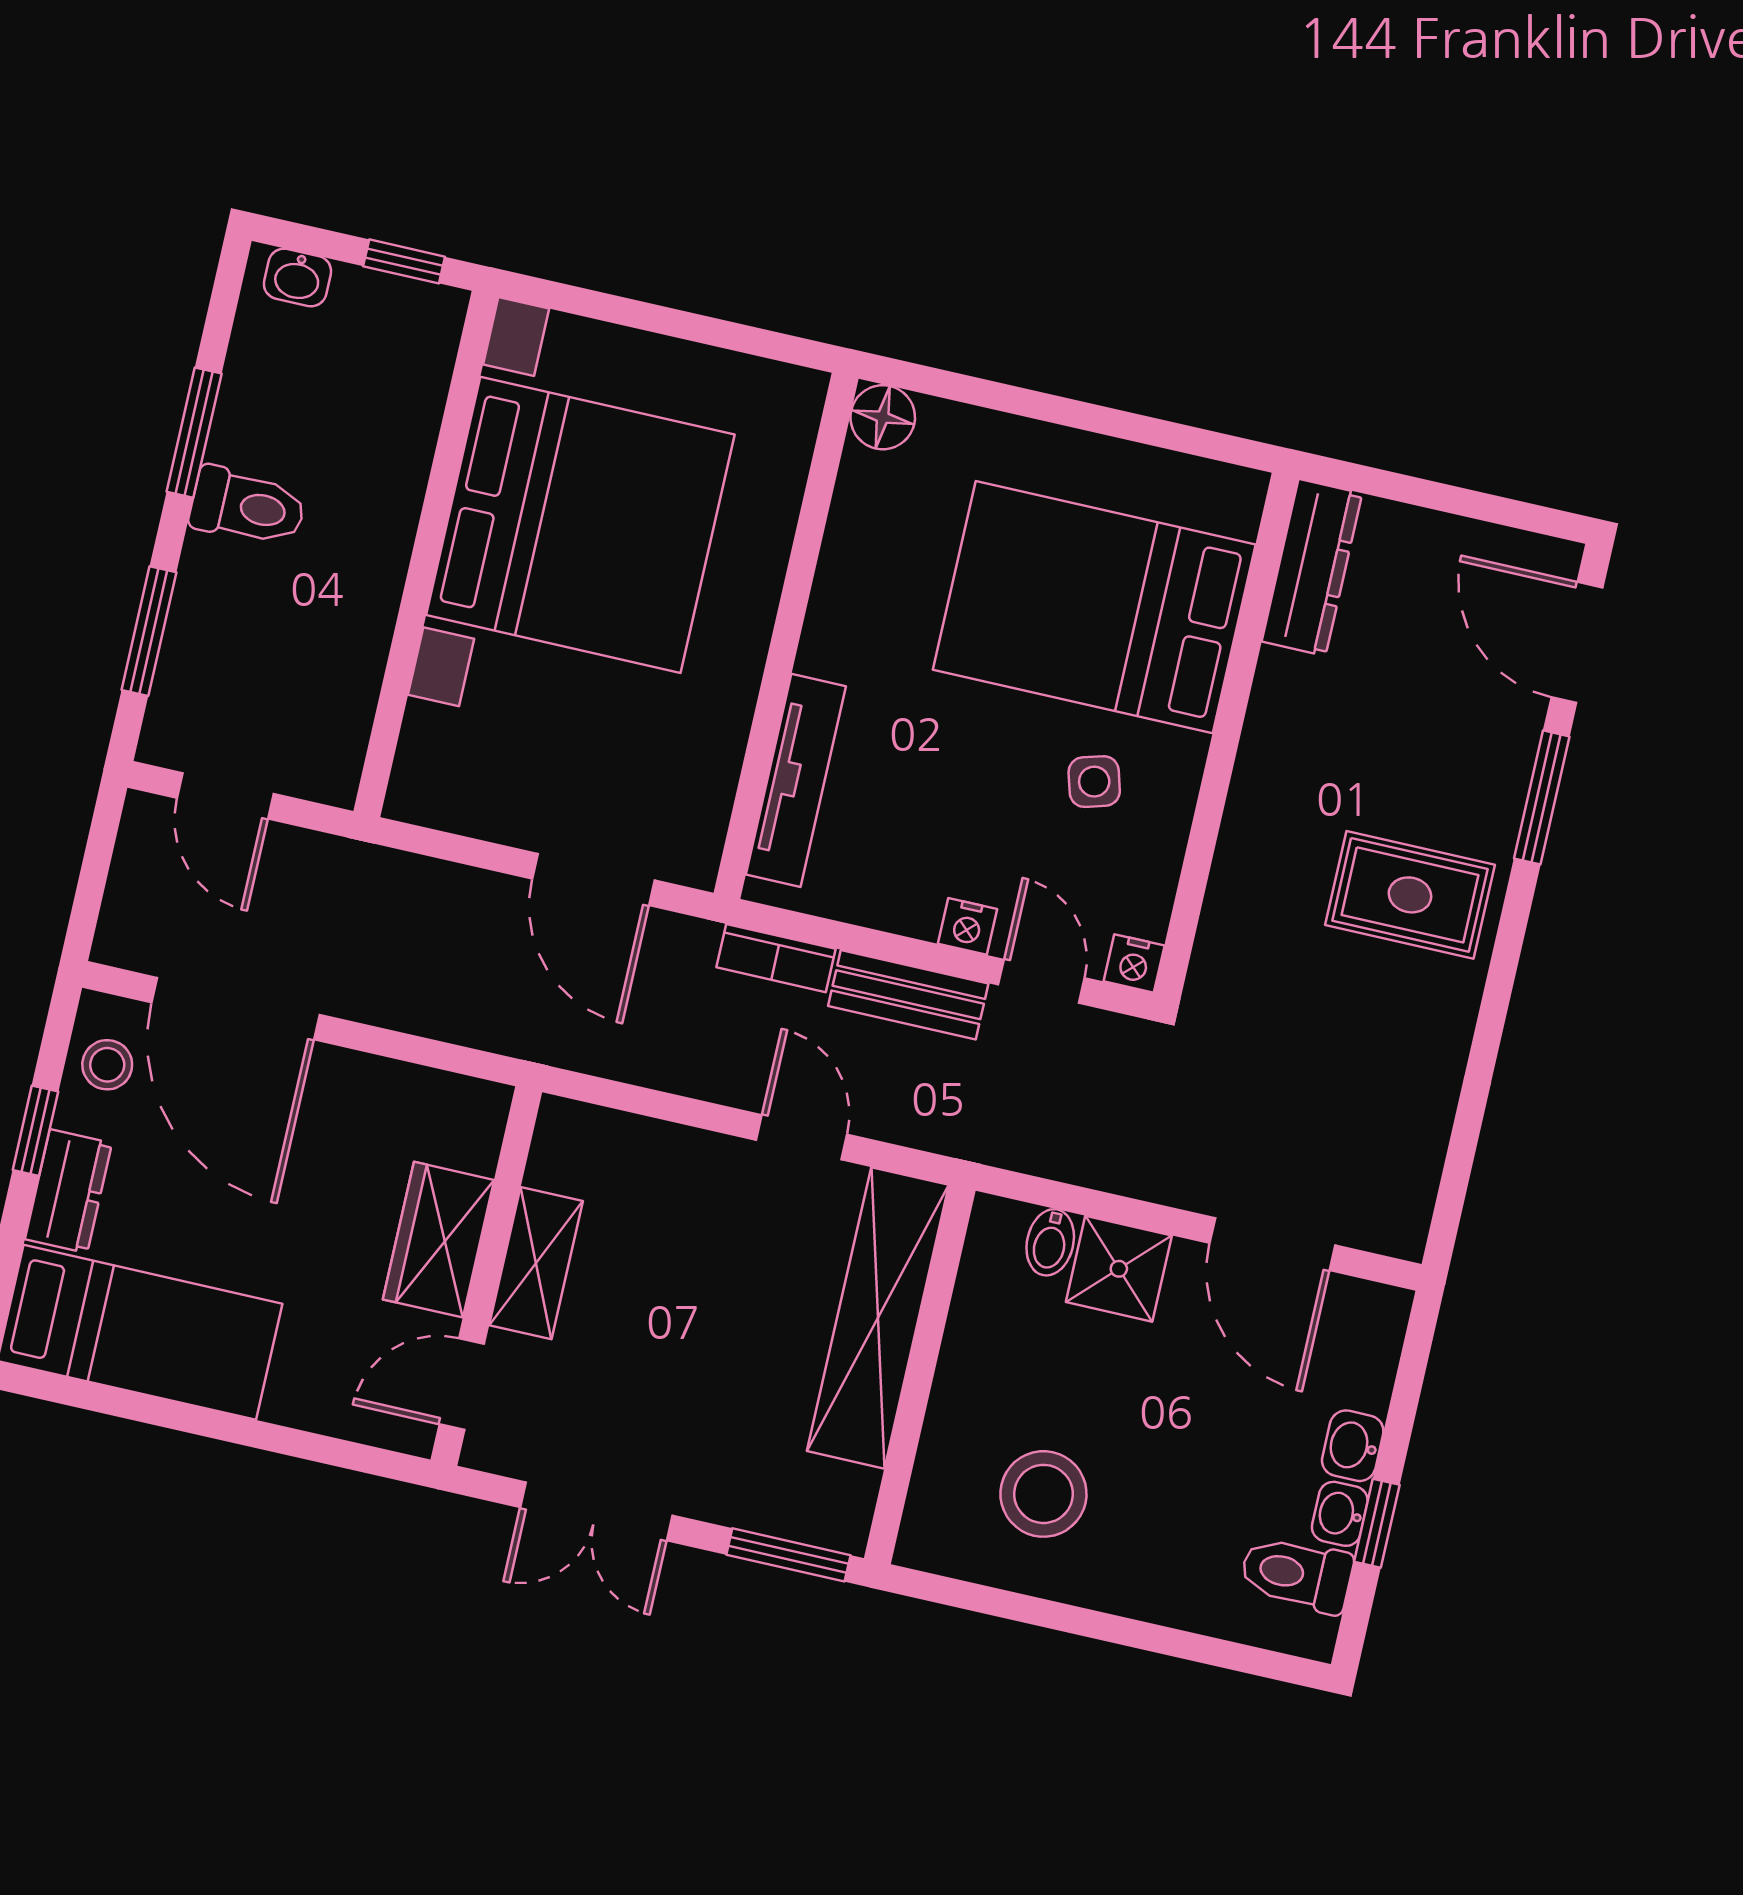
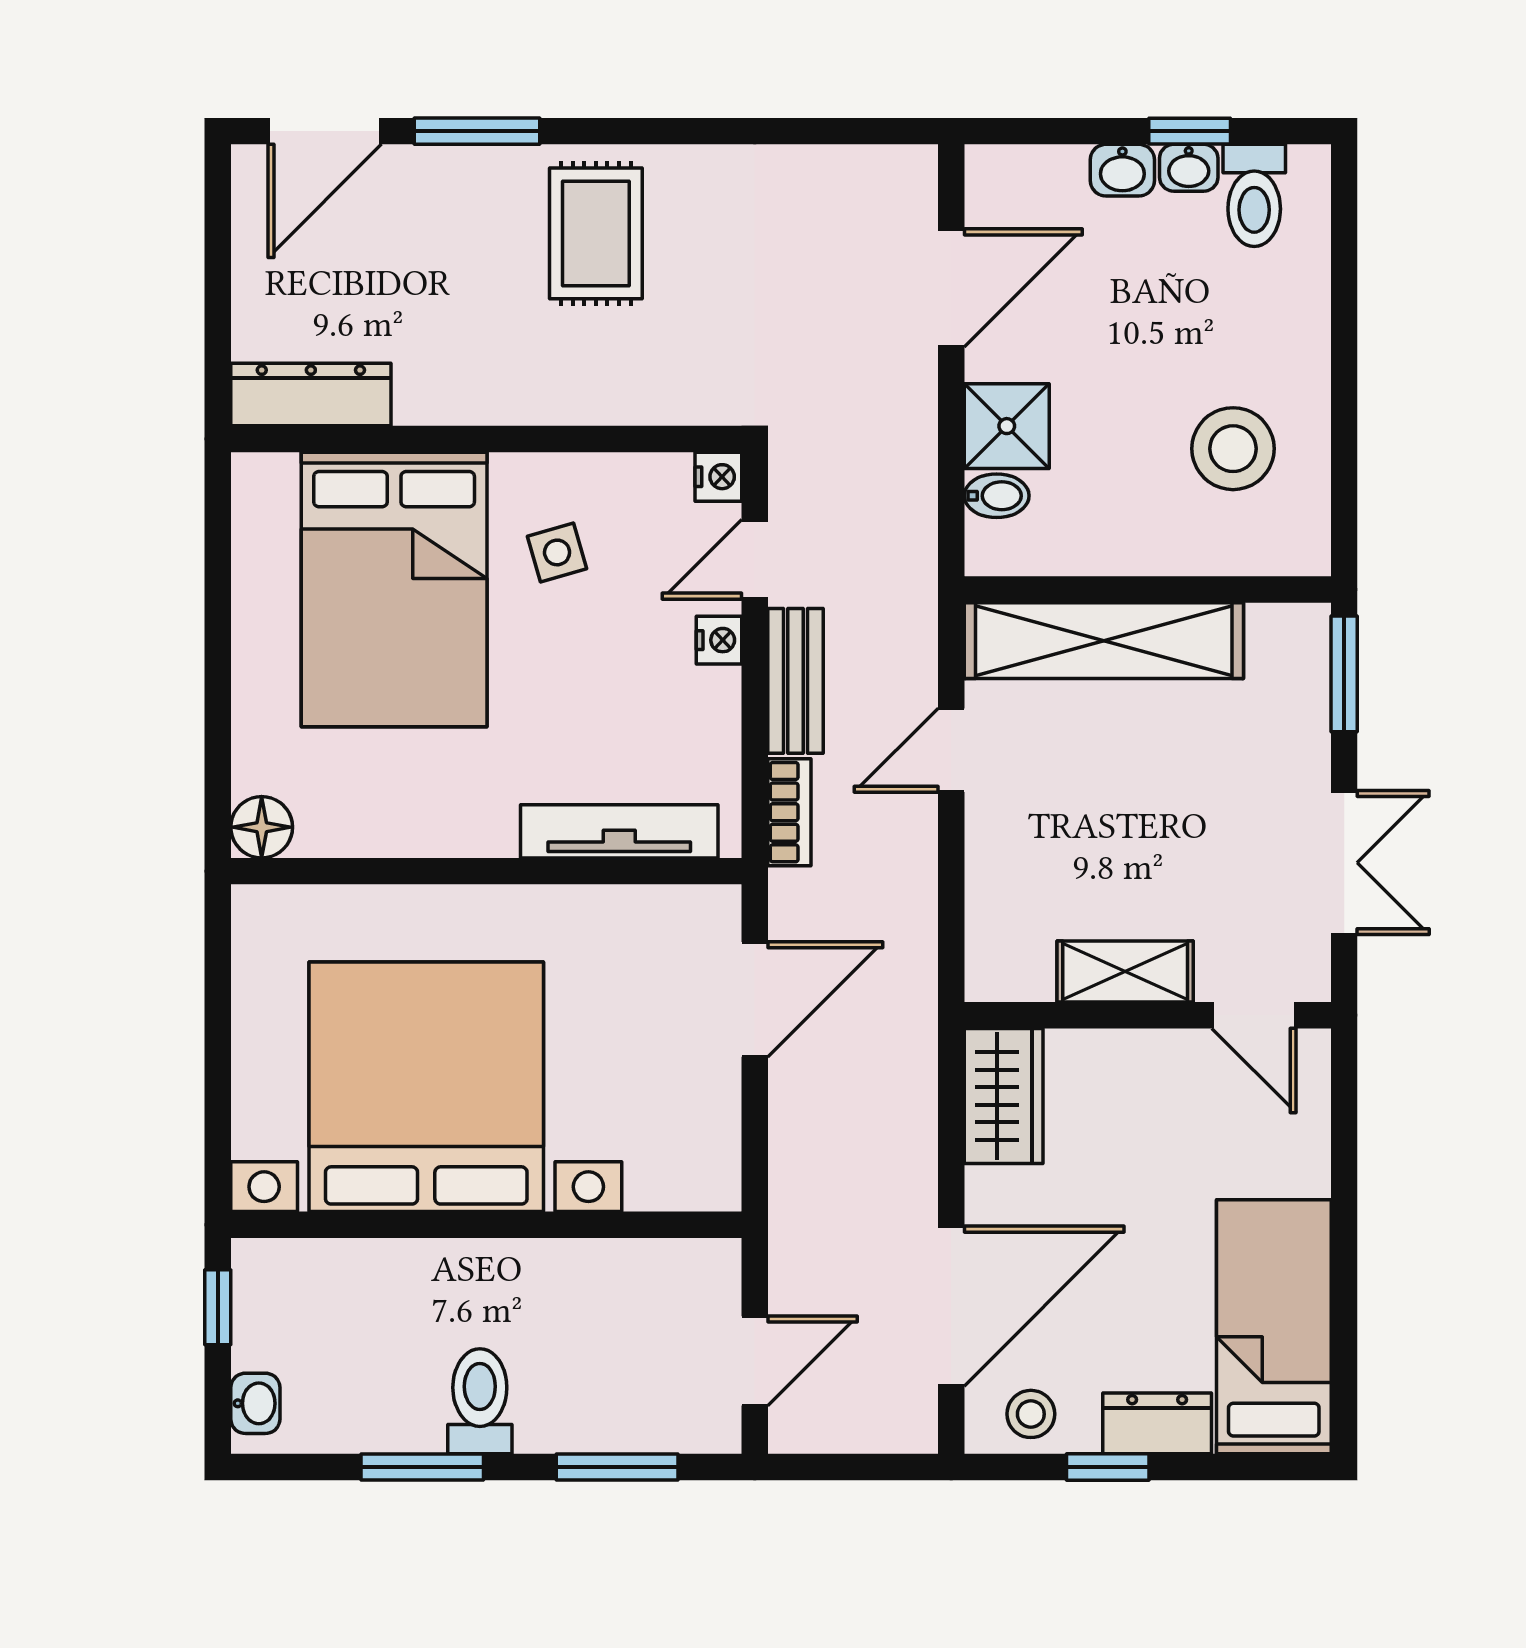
wardrobe: (438, 1240) -> (1004, 1096), moved, turned -90

